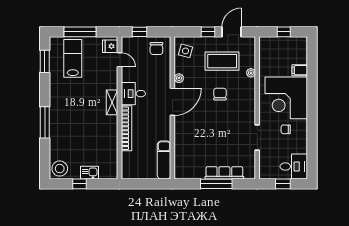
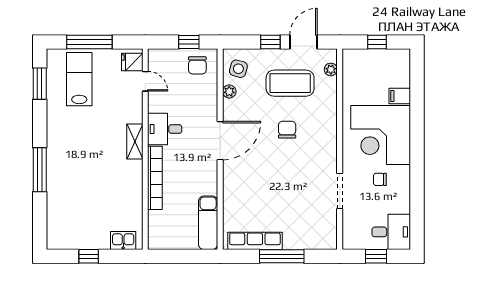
window: (140, 32) -> (189, 42), moved
plant: (251, 73) -> (331, 69), moved
plant: (179, 78) -> (229, 92), moved
stool: (60, 169) -> (61, 235), removed
kitchen sink: (89, 173) -> (123, 241), moved
row of seats: (224, 173) -> (255, 241), moved

